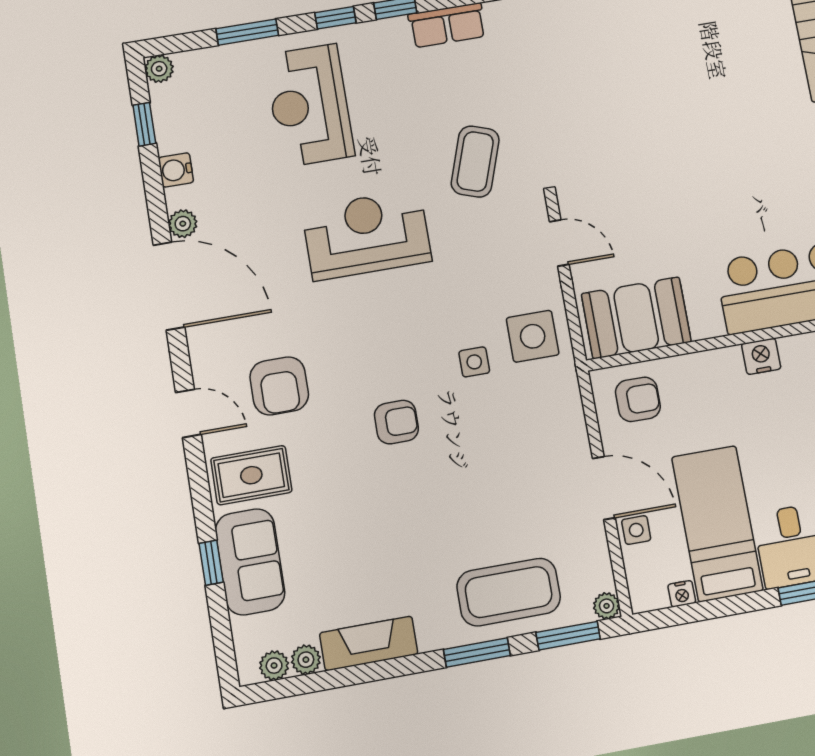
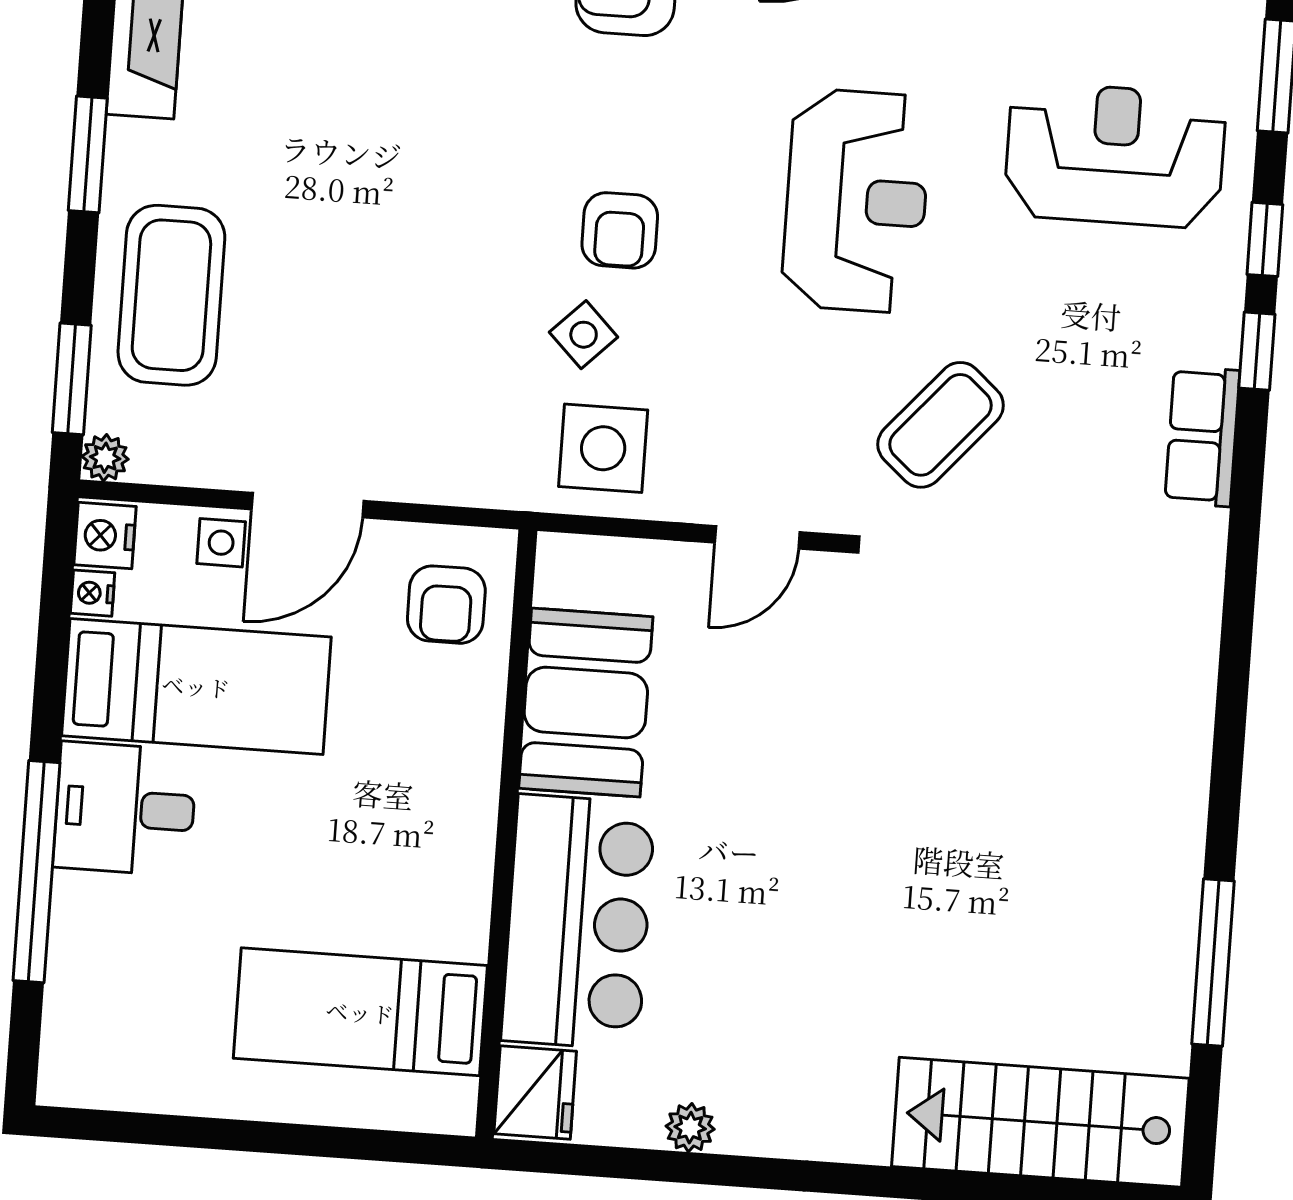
coffee table: (475, 162) -> (941, 425), turned -68
booth: (636, 318) -> (586, 703), moved
nightstand: (761, 356) -> (105, 536), moved, turned 180
side table: (474, 362) -> (584, 335), turned 45
armchair: (396, 422) -> (620, 230), moved
window: (477, 652) -> (88, 154), moved

